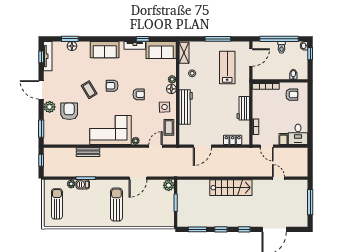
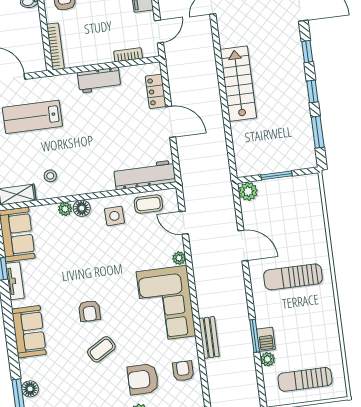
armchair: (139, 94) -> (183, 371), moved
workbench: (186, 107) -> (145, 175), moved
door: (202, 146) -> (171, 122), moved

